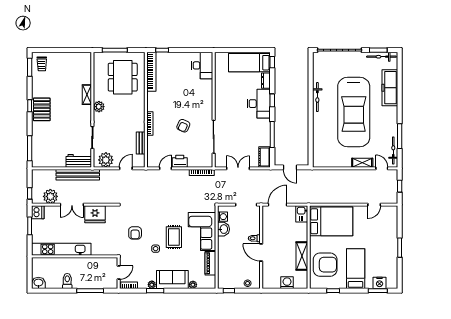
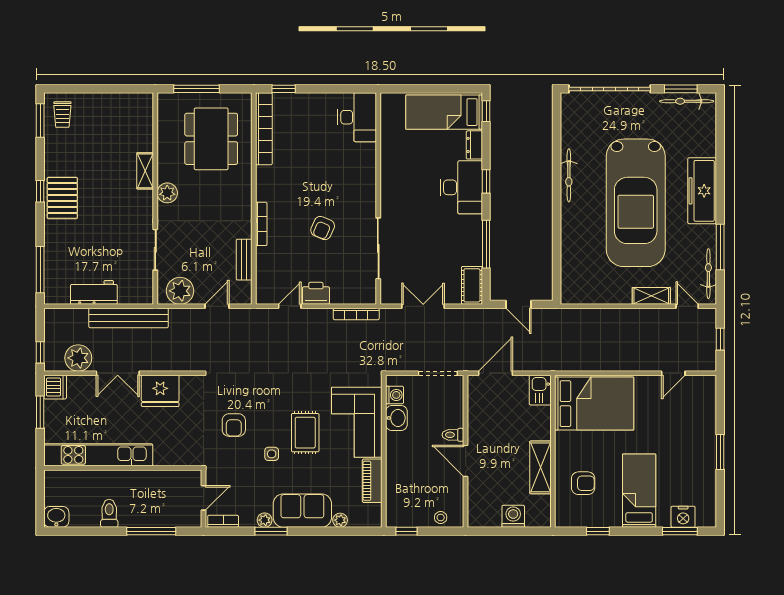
freezer: (390, 88) -> (702, 191), moved
workbench: (79, 161) -> (94, 292), moved
armchair: (325, 265) -> (583, 483), width x0.53, depth x0.53

